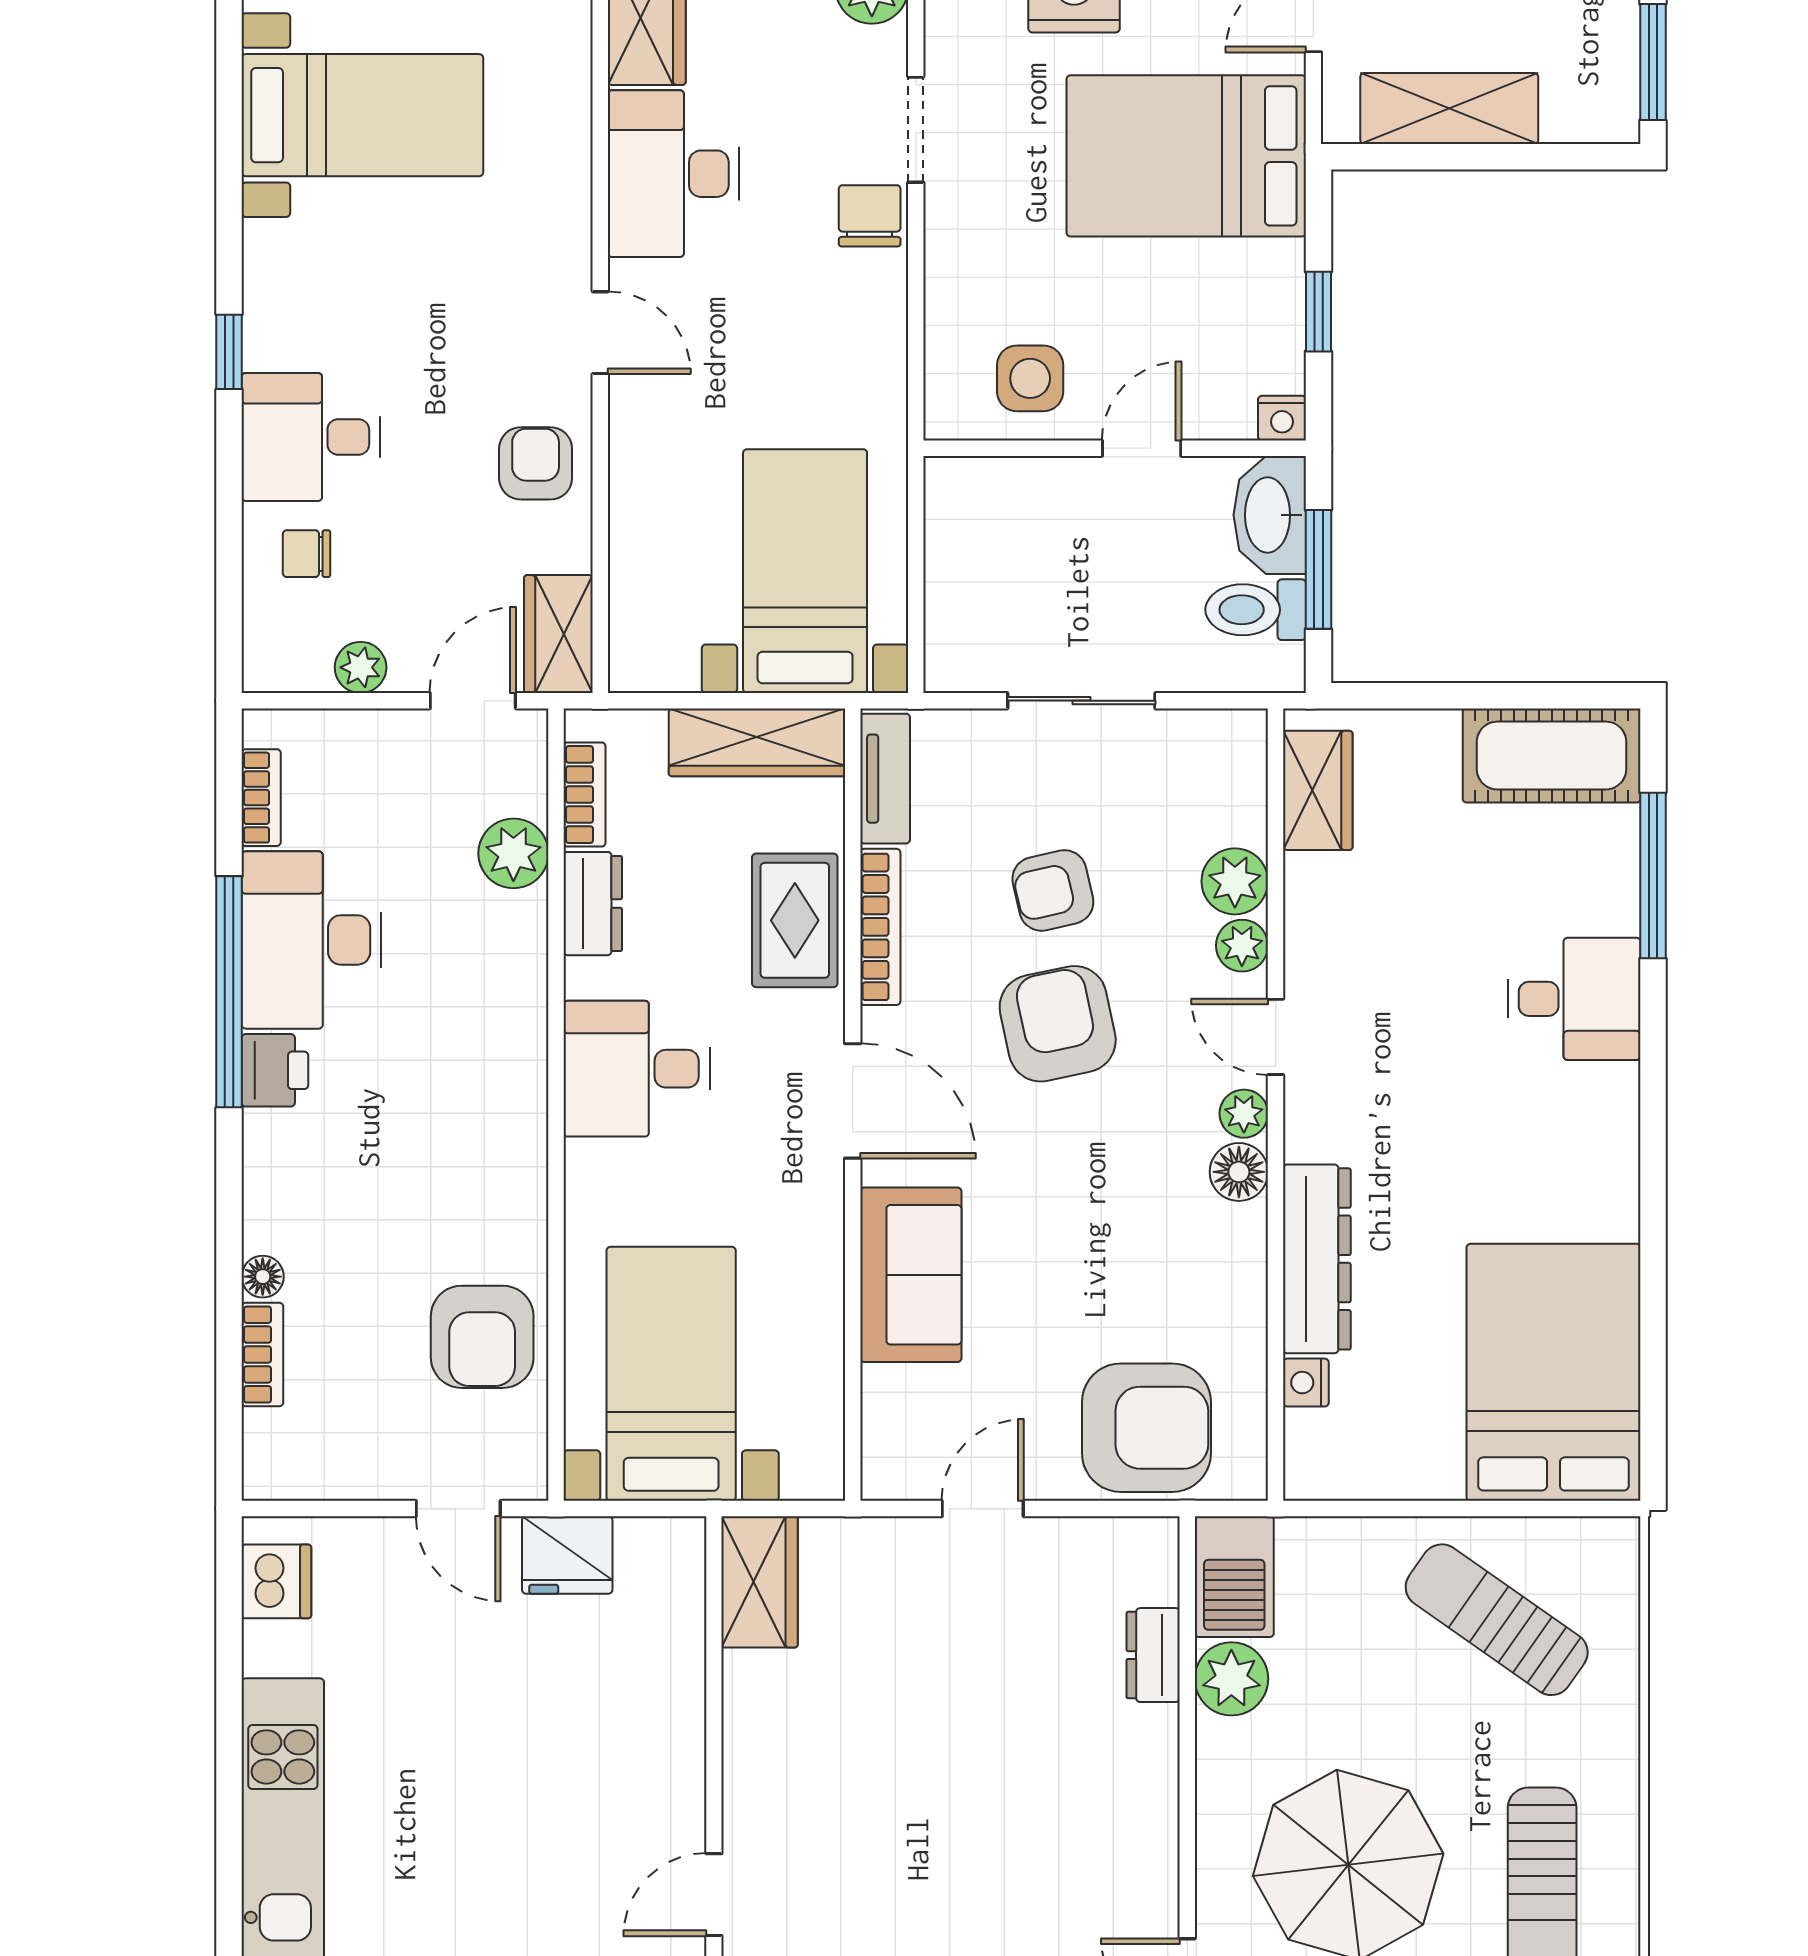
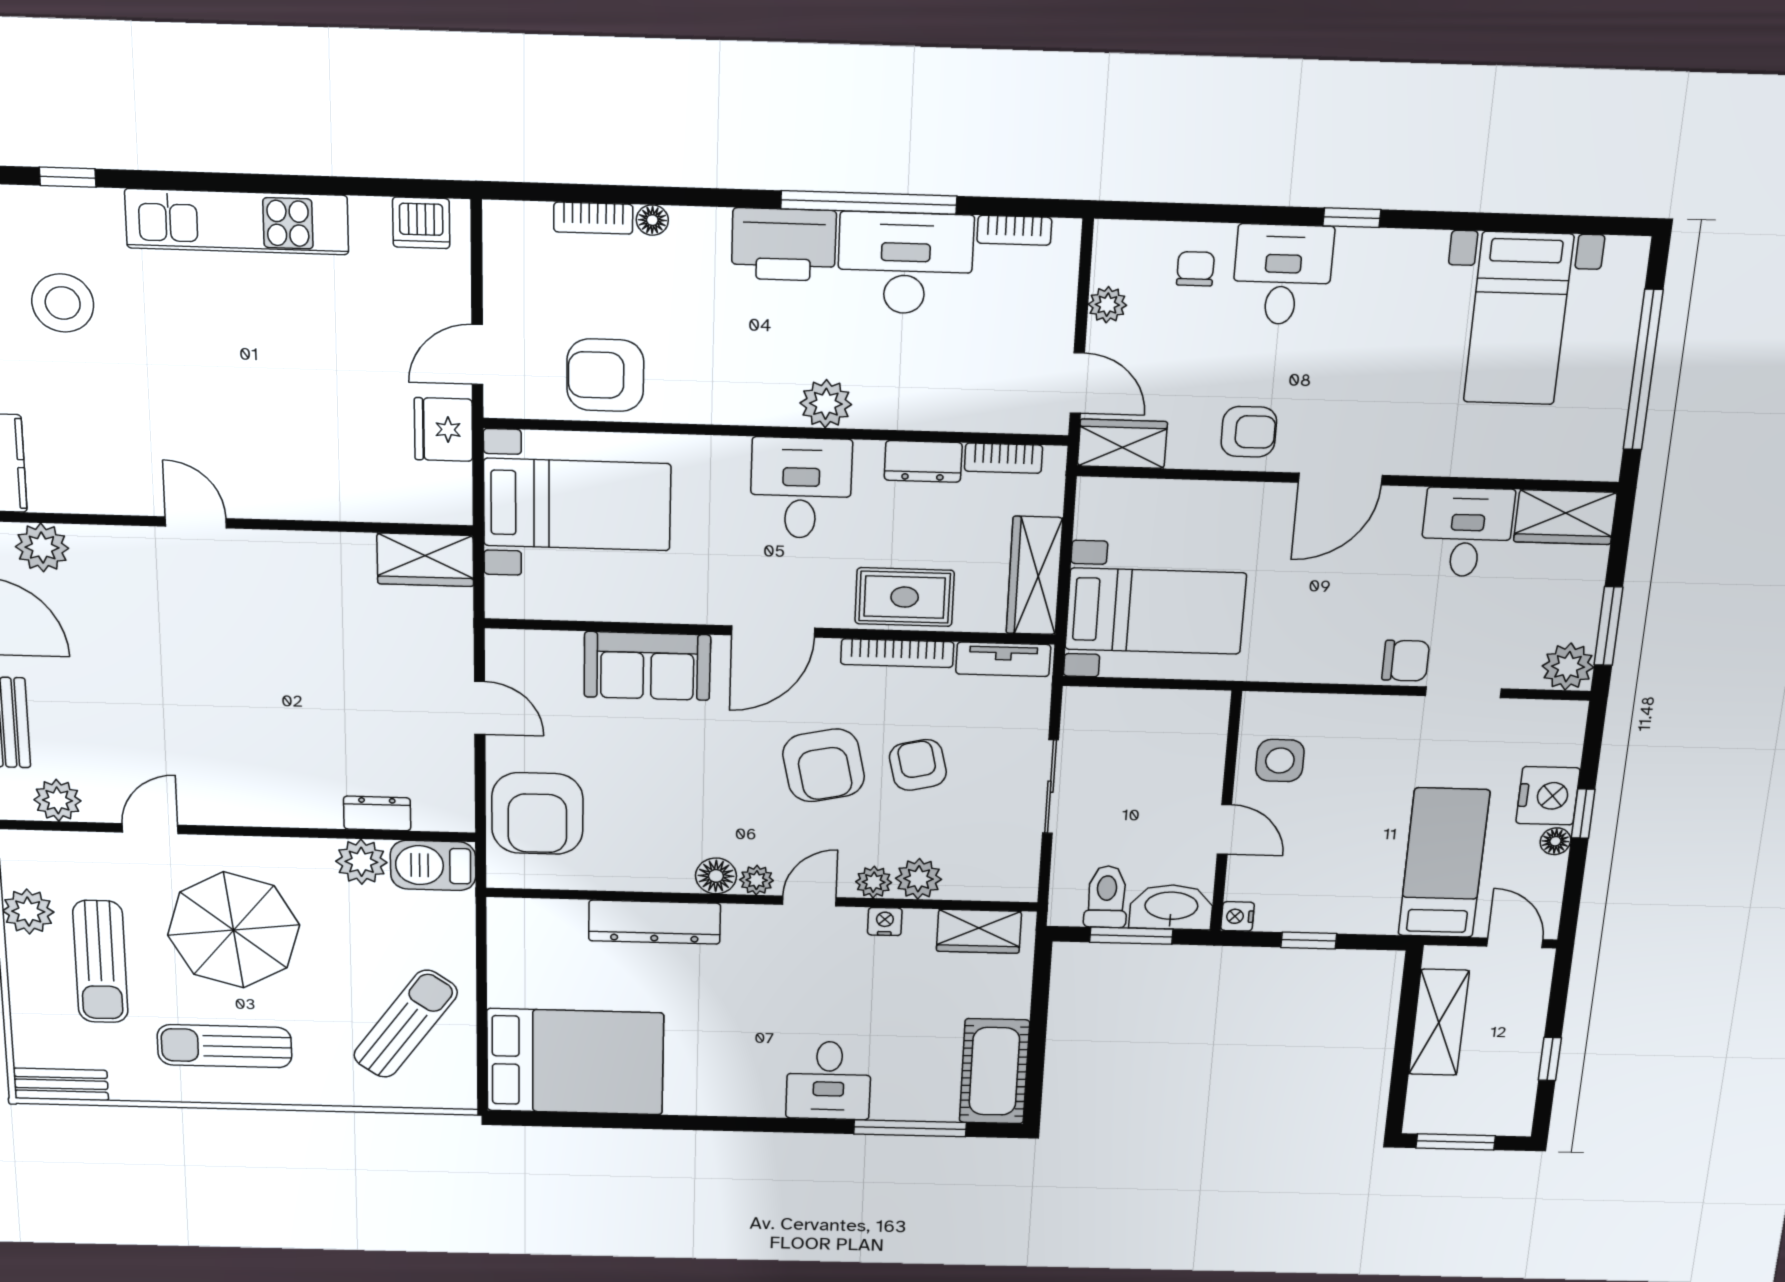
bed: (1186, 156) -> (1444, 863), width x0.67
desk: (673, 174) -> (1467, 532), width x0.73
door: (600, 333) -> (1340, 479), width x1.38
plant: (513, 853) -> (826, 404), moved
armchair: (1058, 1024) -> (824, 765), turned 90
printer: (275, 1070) -> (784, 245), width x1.87, depth x1.48
nightstand: (1306, 1383) -> (885, 922), moved

